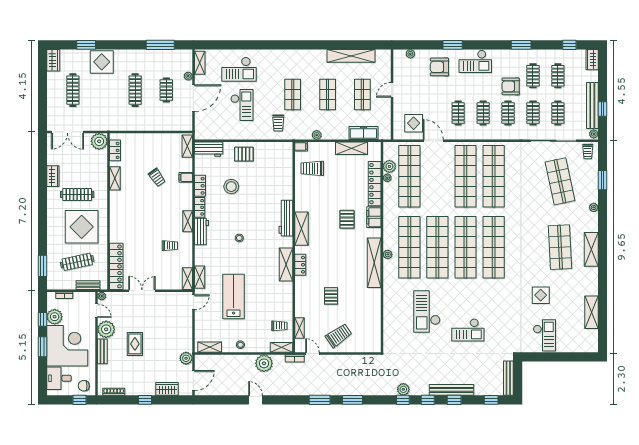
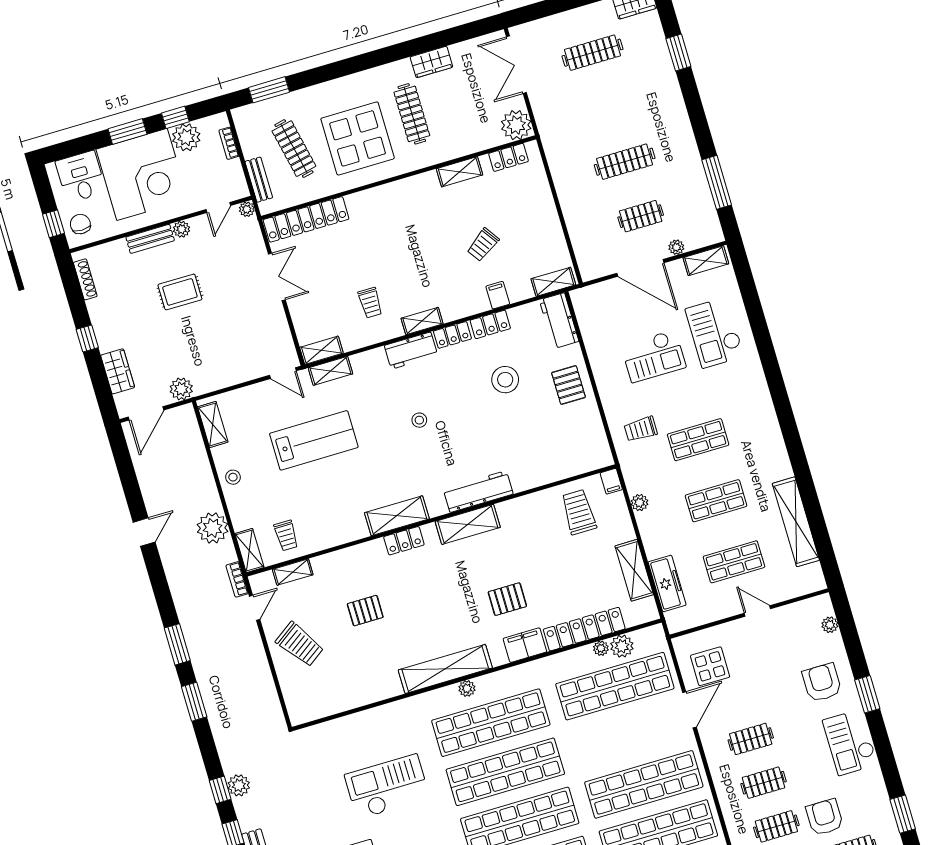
display table: (102, 62) -> (657, 89), removed
plant: (106, 329) -> (182, 229), width x0.53, depth x0.53
door: (193, 381) -> (146, 413), hinge flipped

